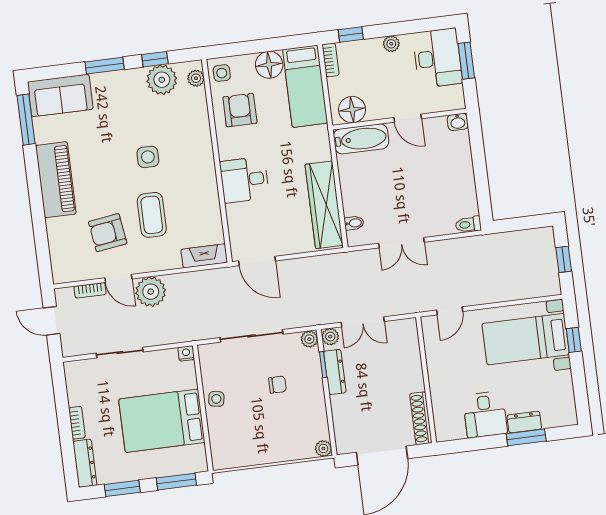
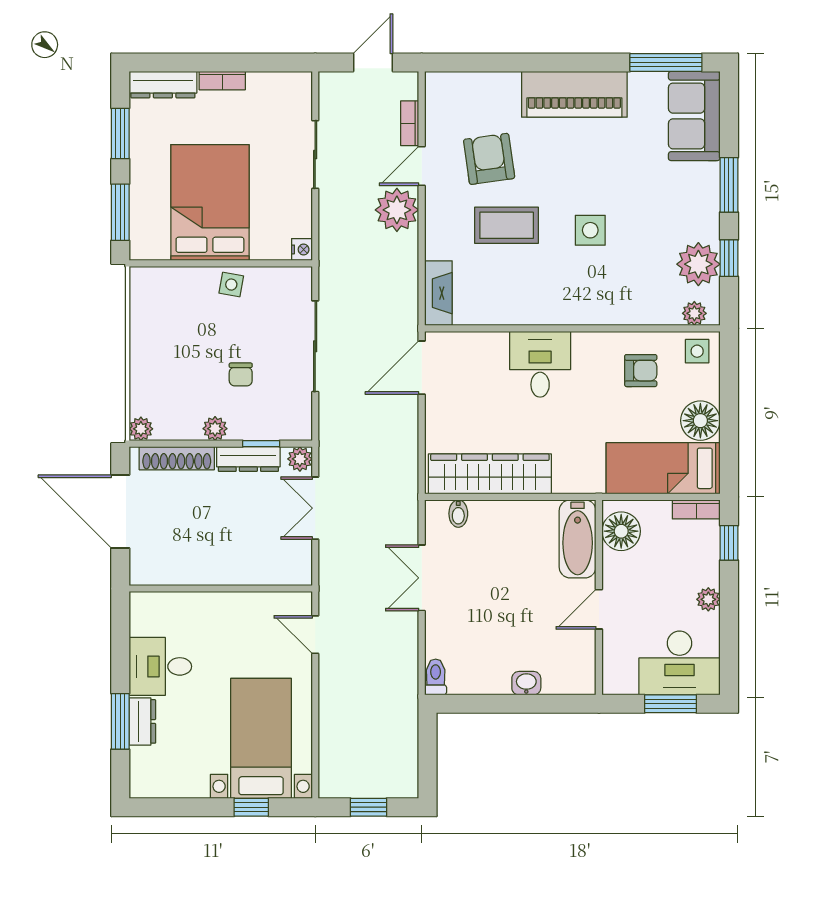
armchair: (240, 110) -> (641, 371), width x0.72, depth x0.72
washbasin: (458, 122) -> (526, 683), moved, turned 90
plant: (309, 339) -> (215, 429), moved
shoe rack: (421, 418) -> (177, 458), moved, turned 180

